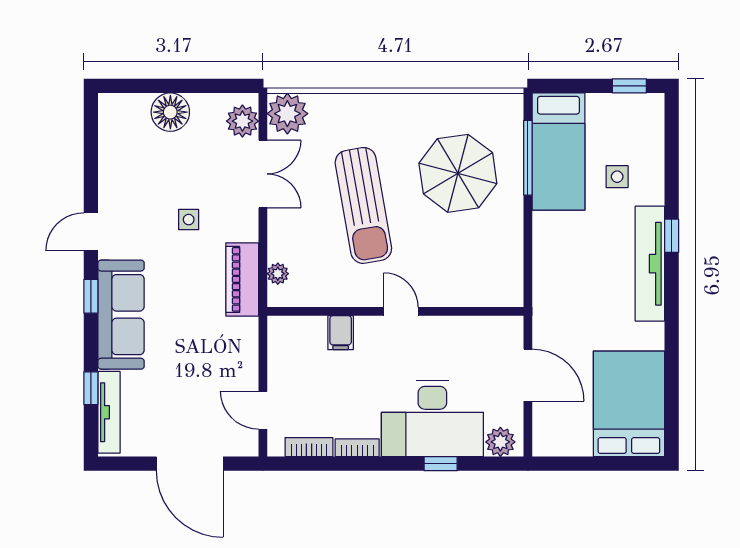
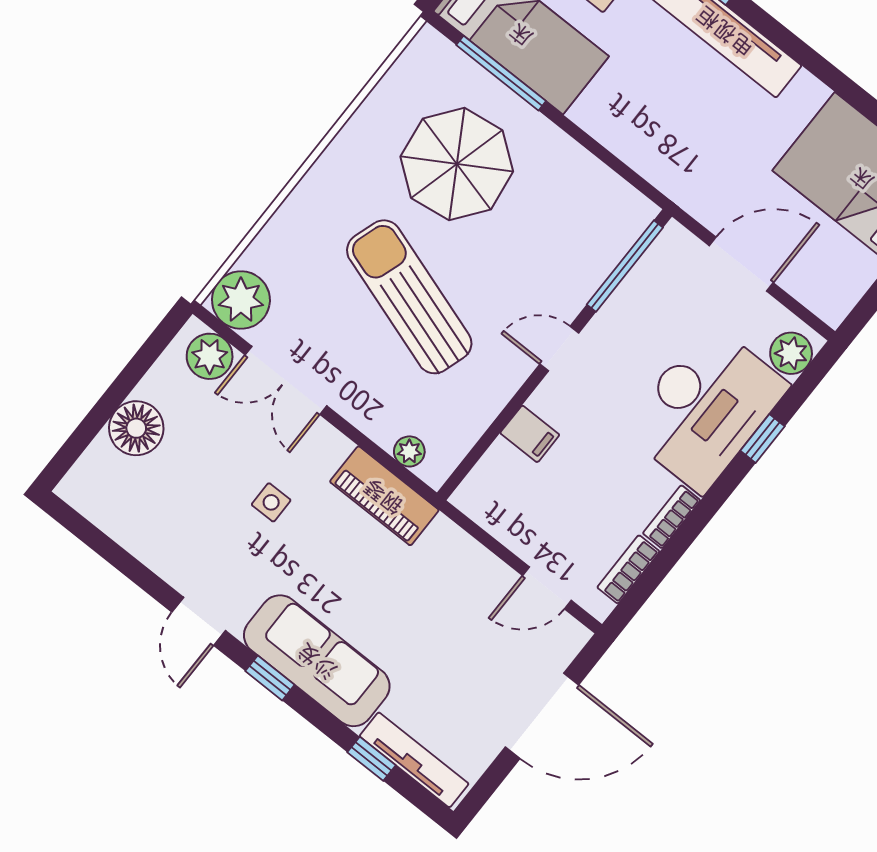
double door: (263, 174) -> (286, 380), swing flipped
sun lounger: (363, 205) -> (409, 297), turned -152
window: (476, 311) -> (625, 266), added

